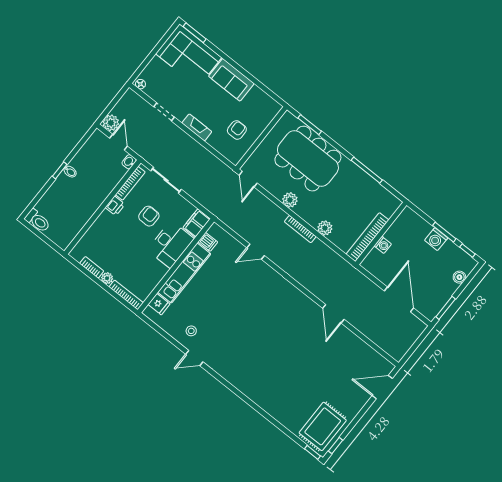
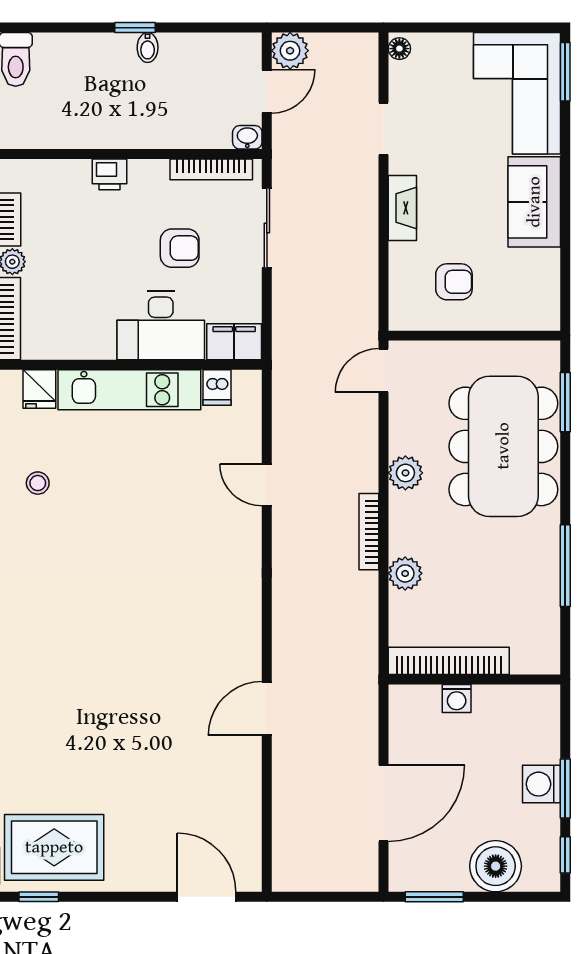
printer: (115, 206) -> (110, 174), moved
boiler: (459, 277) -> (496, 866), width x1.86, depth x1.86

